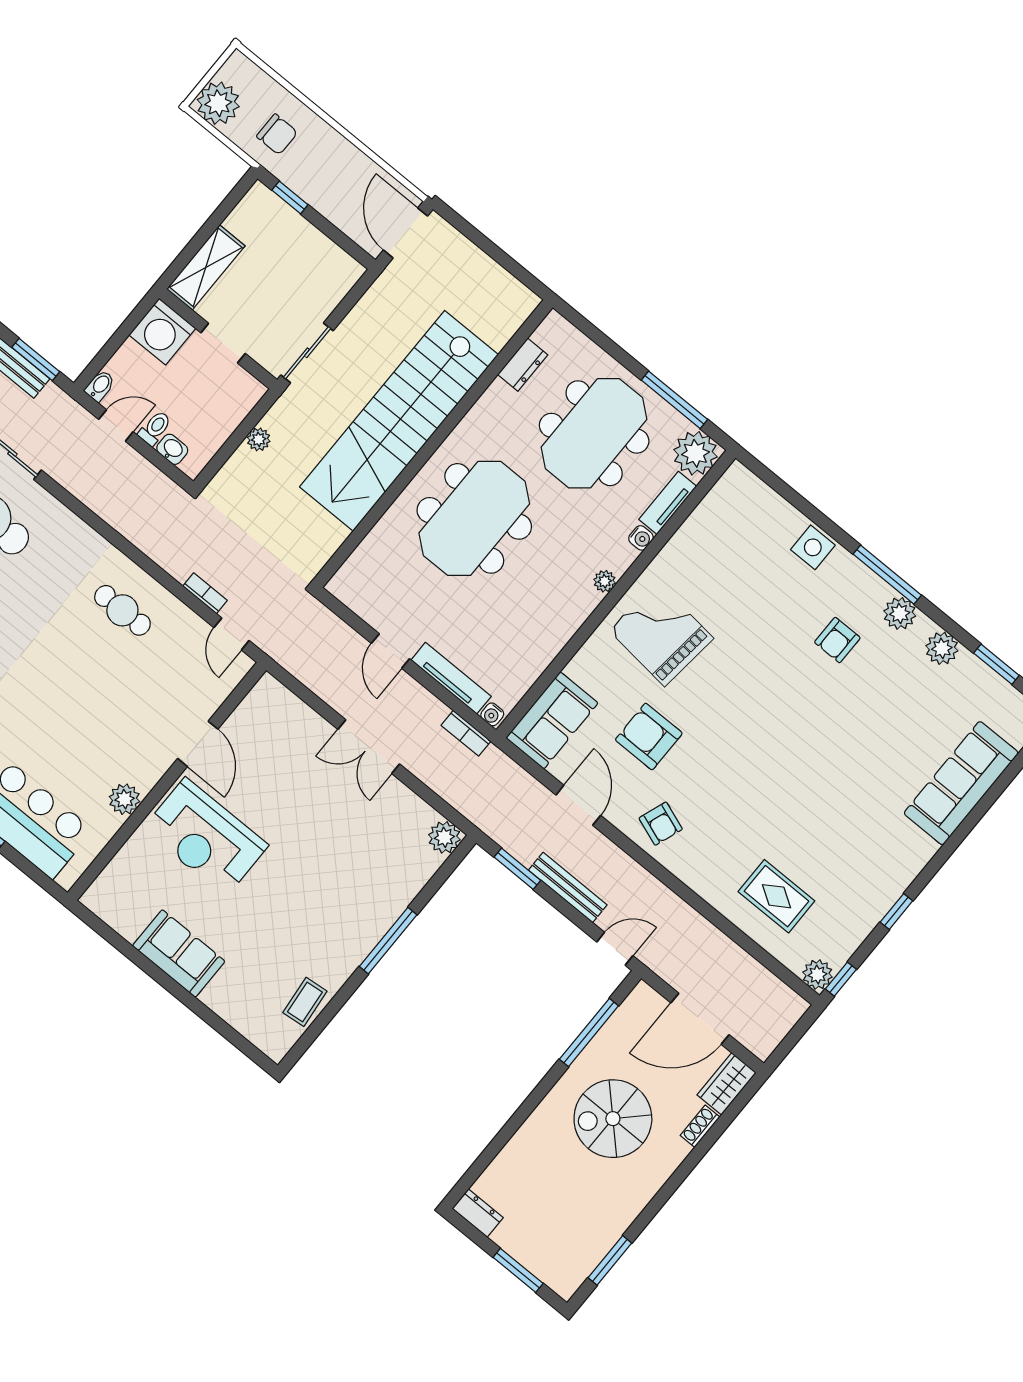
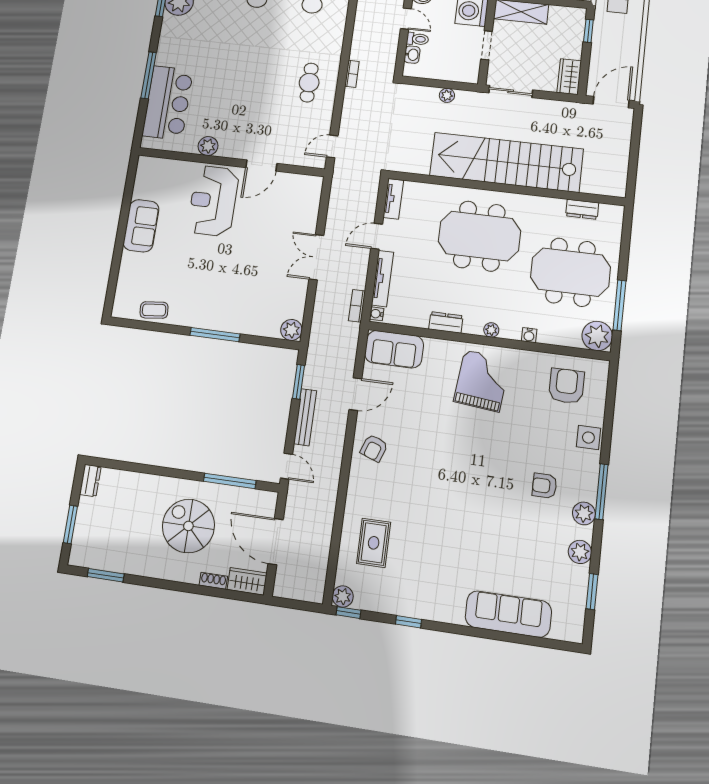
wardrobe: (336, 264) -> (569, 77), added
tv unit: (668, 503) -> (393, 199), moved, turned 90
bookcase: (205, 593) -> (352, 74), moved
dresser: (559, 633) -> (446, 322), added
armchair: (649, 736) -> (566, 386), moved

